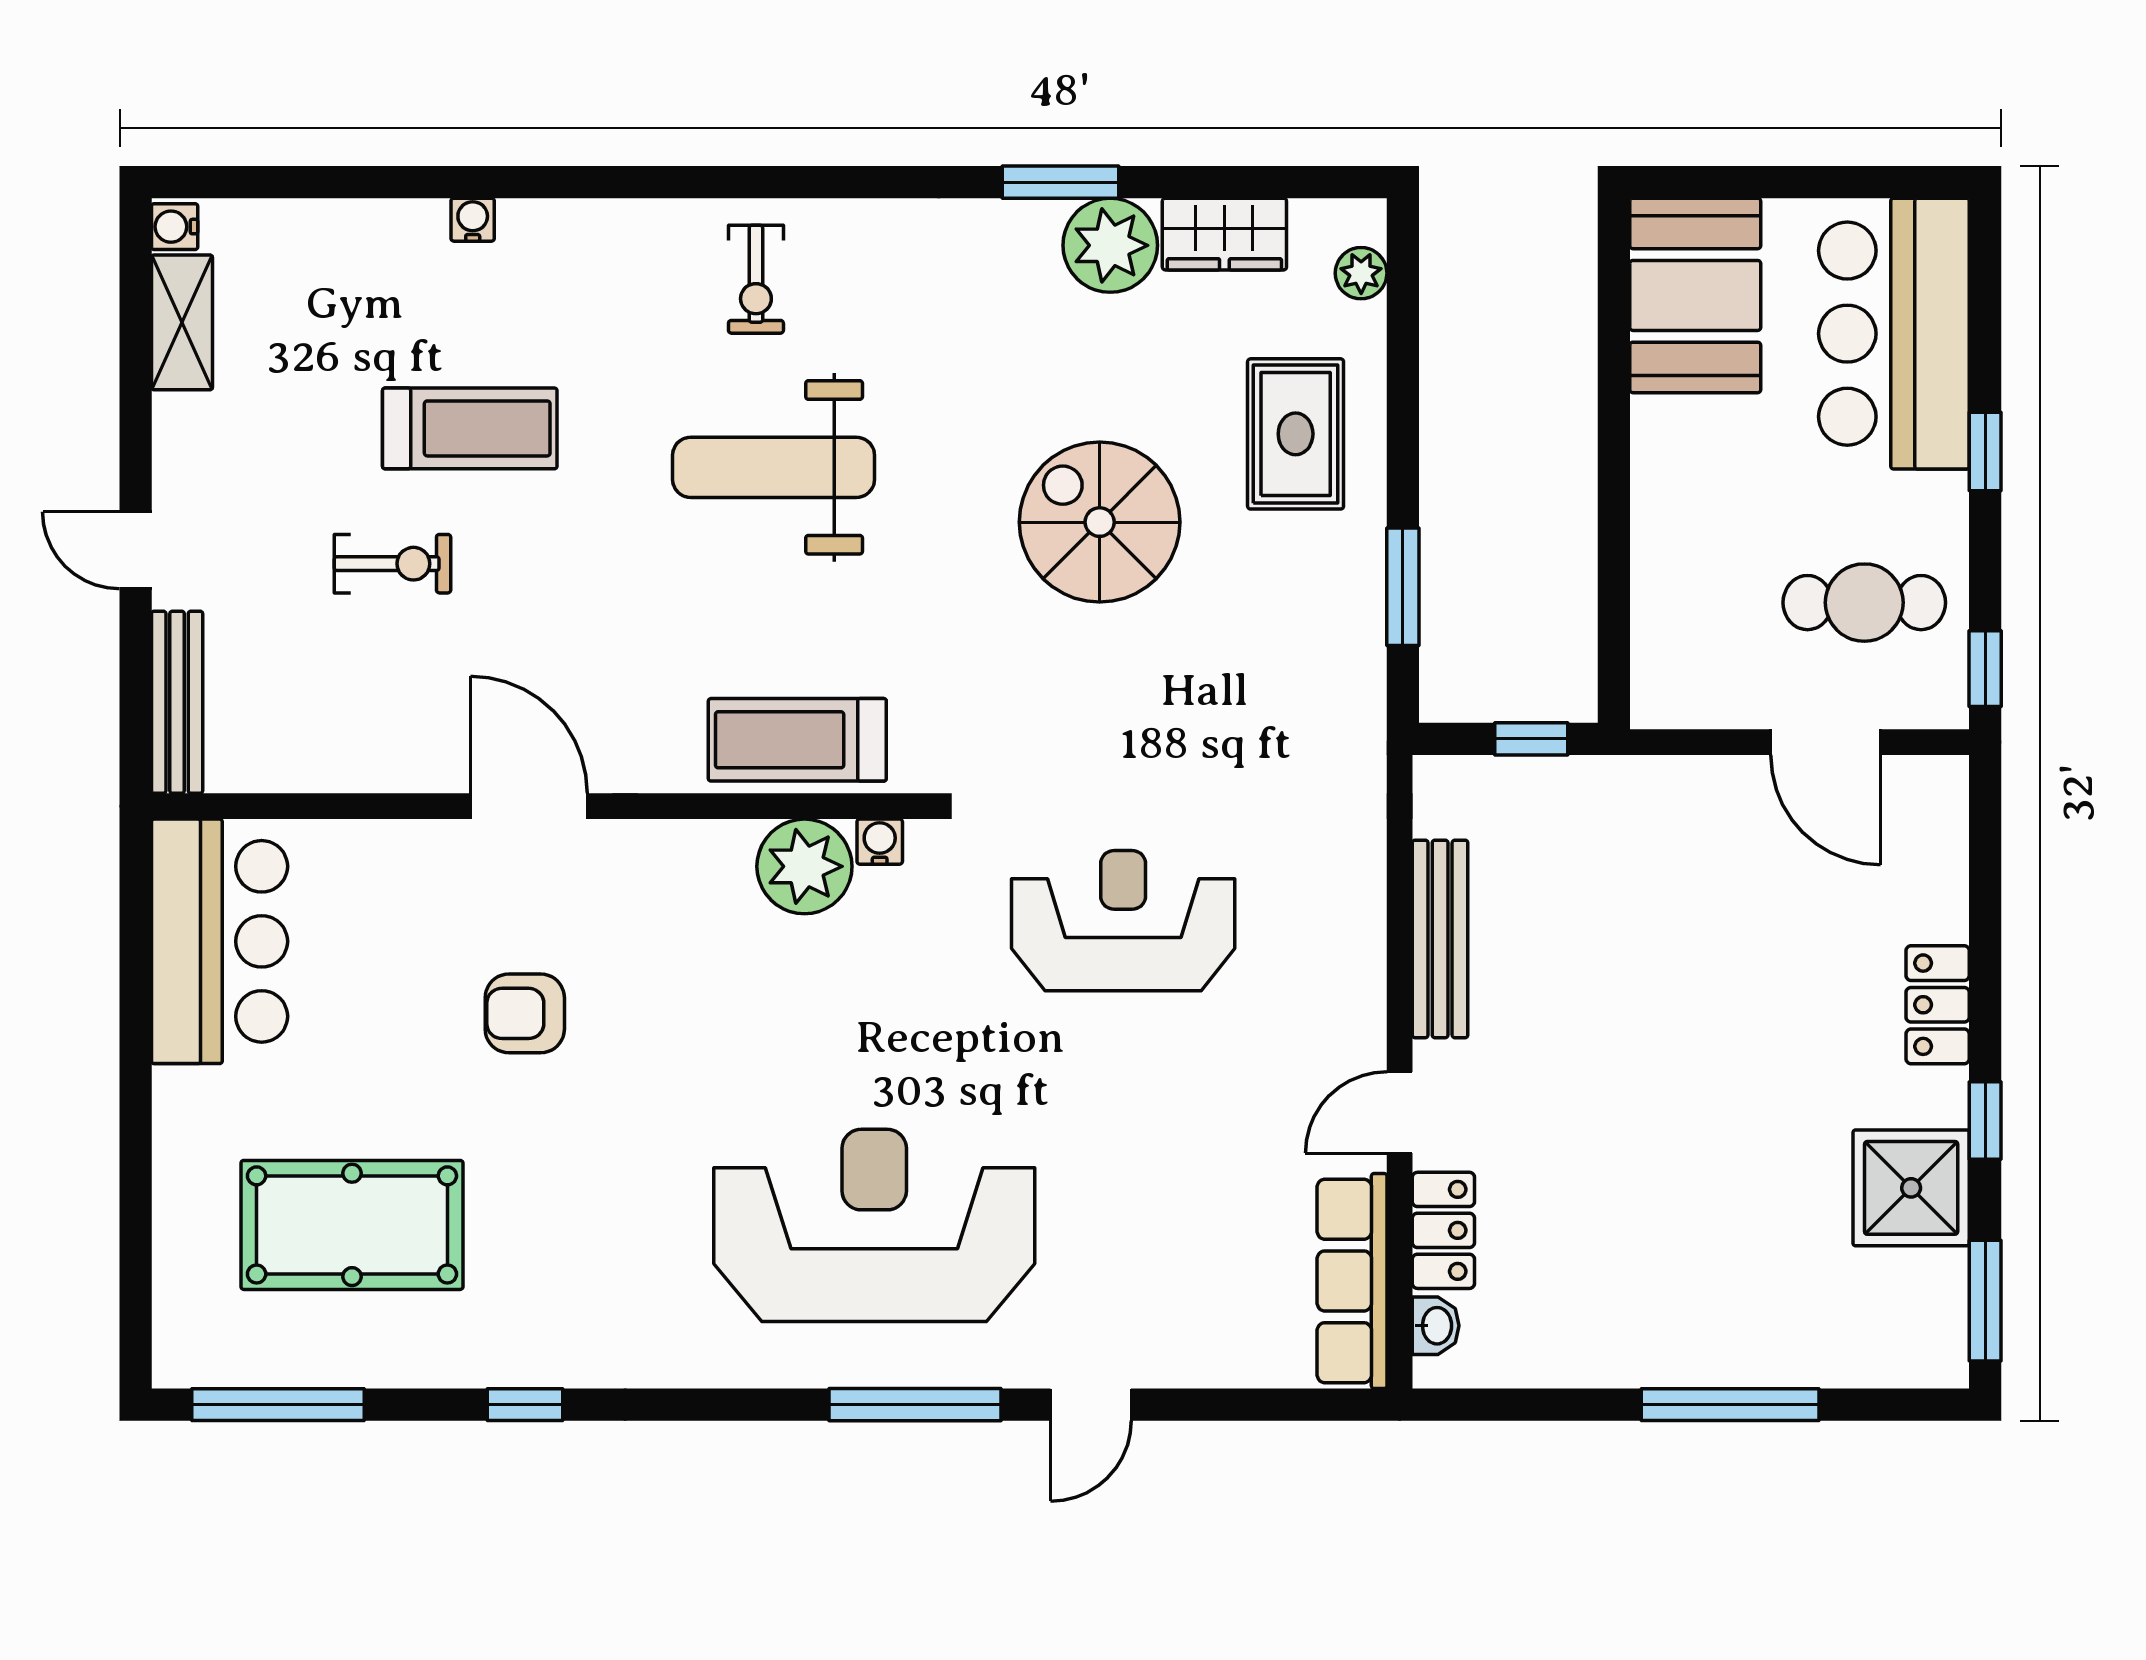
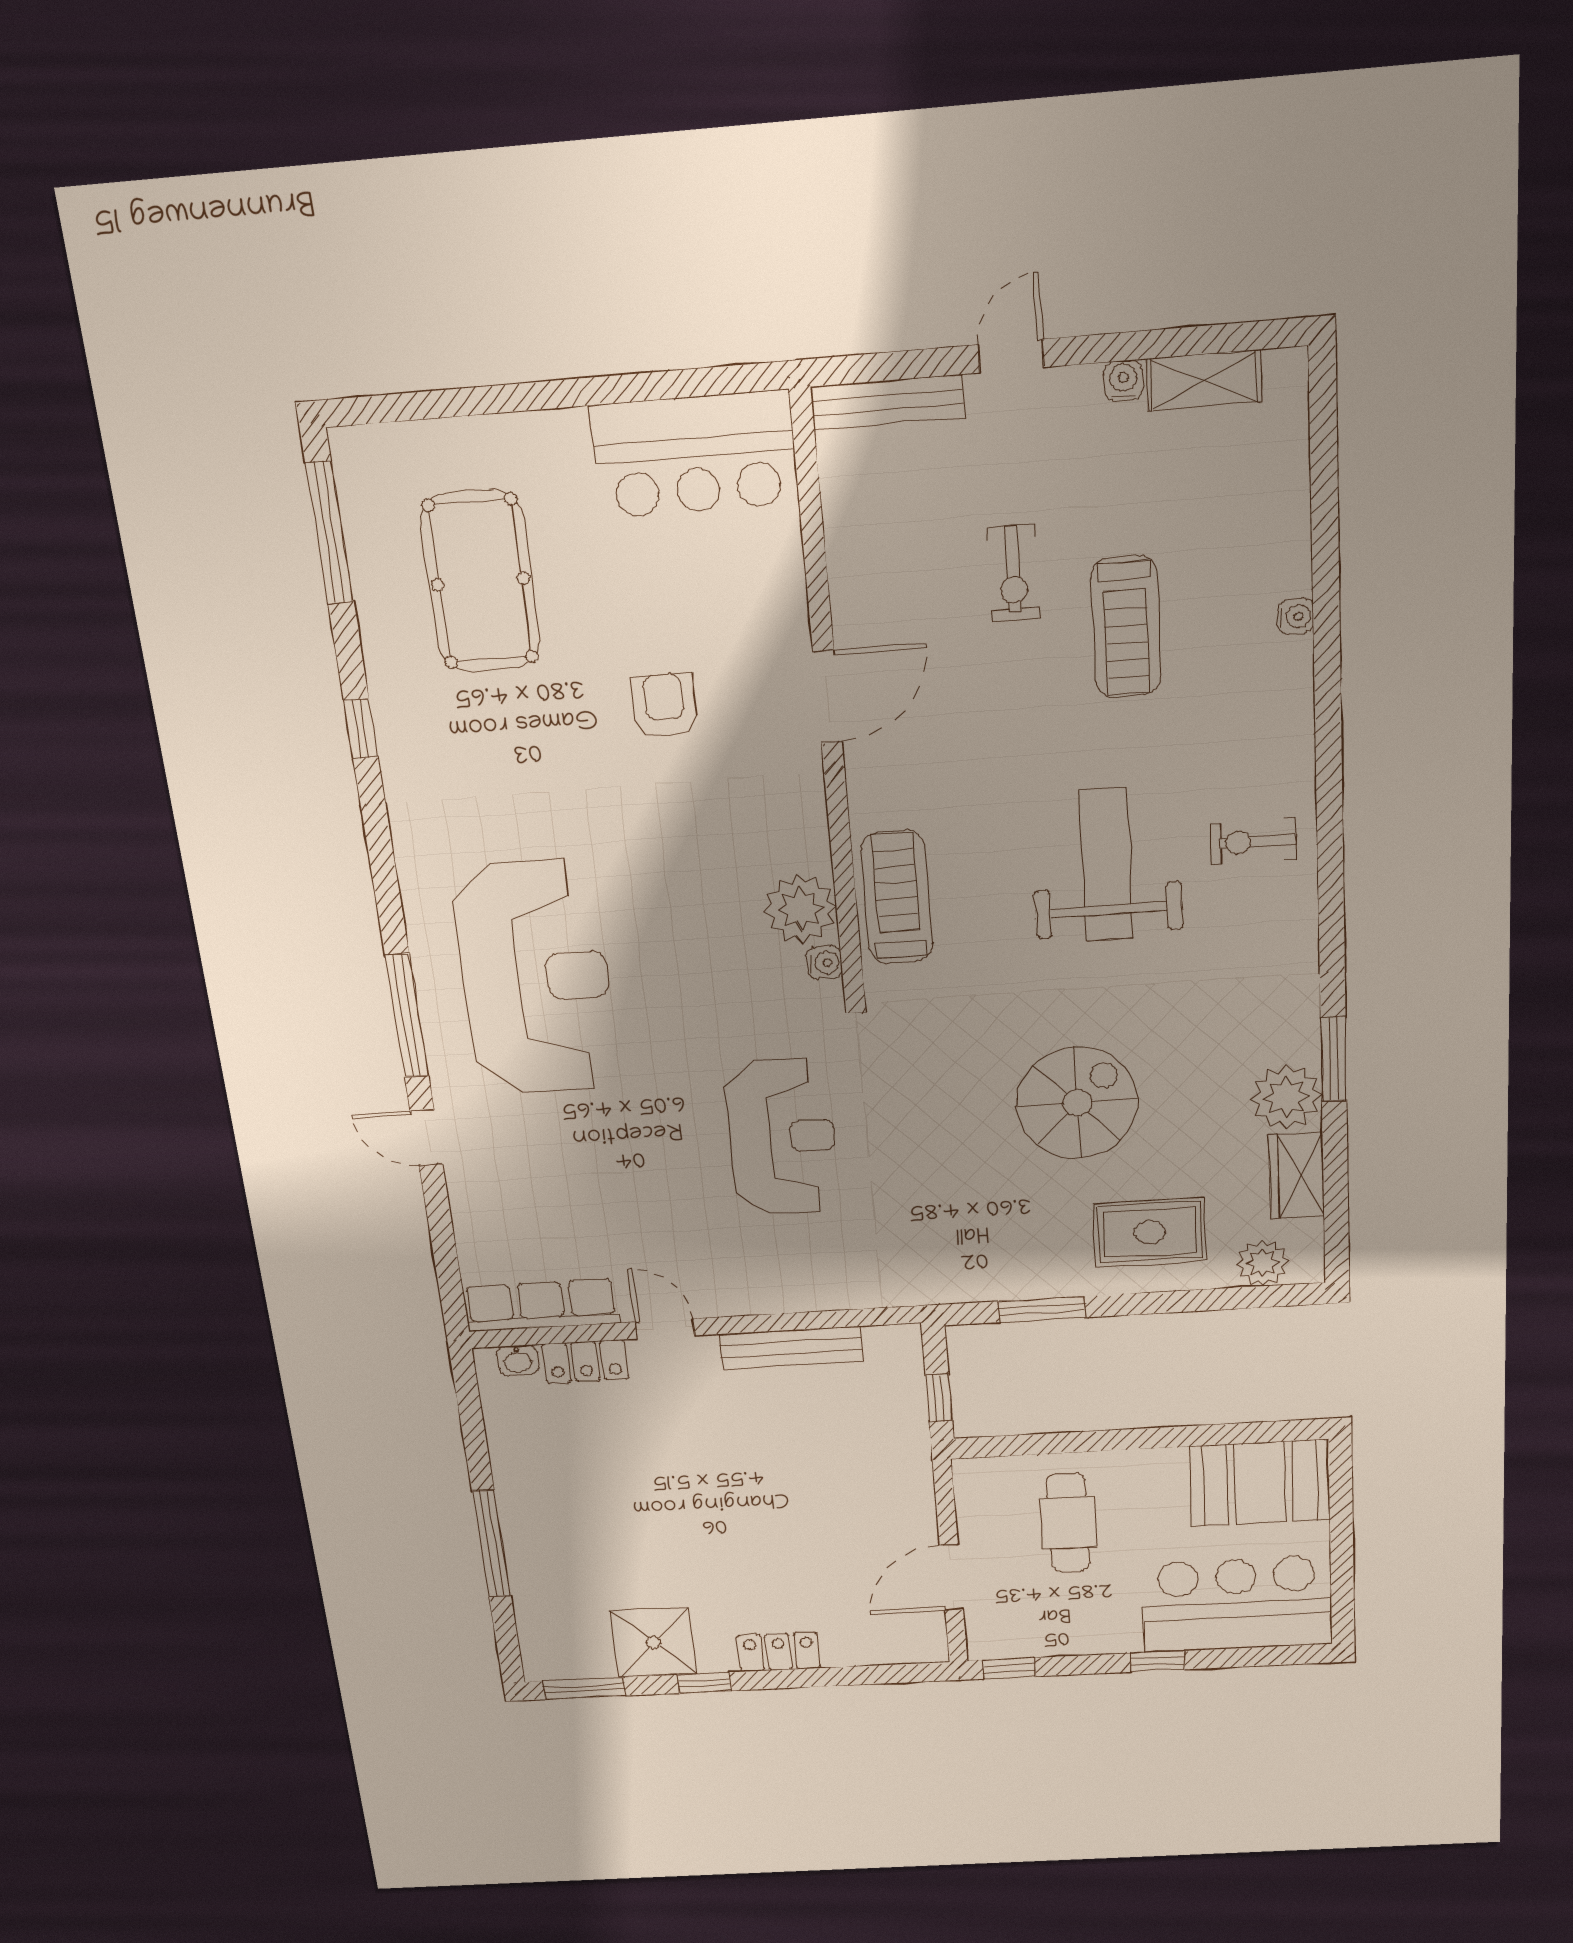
water cooler: (175, 227) -> (1123, 381), moved
plant: (1361, 273) -> (1263, 1263), width x1.38, depth x1.38
cafe table: (1864, 603) -> (1068, 1523), moved

